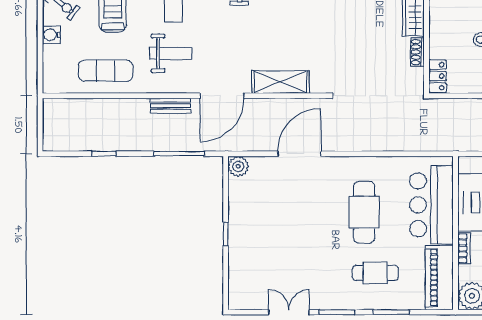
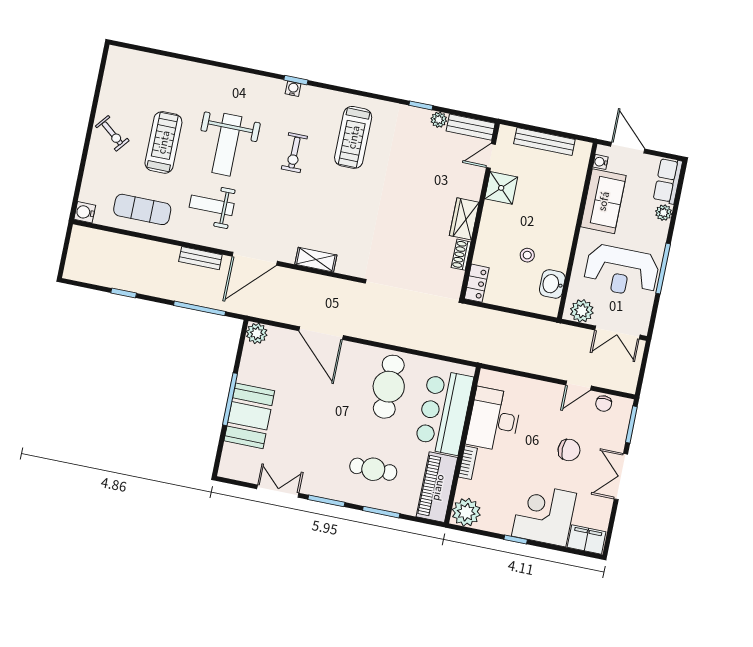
water cooler: (51, 35) -> (85, 212), moved
weight bench: (171, 53) -> (212, 205), turned 180
shelving: (280, 82) -> (316, 260), width x0.67, depth x0.75
door: (299, 154) -> (321, 333), swing flipped
cafe table: (364, 212) -> (389, 387), moved
window: (226, 234) -> (230, 399), width x2.17
booth: (247, 246) -> (249, 416), added

